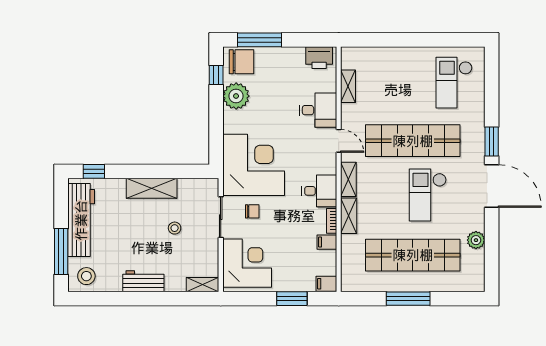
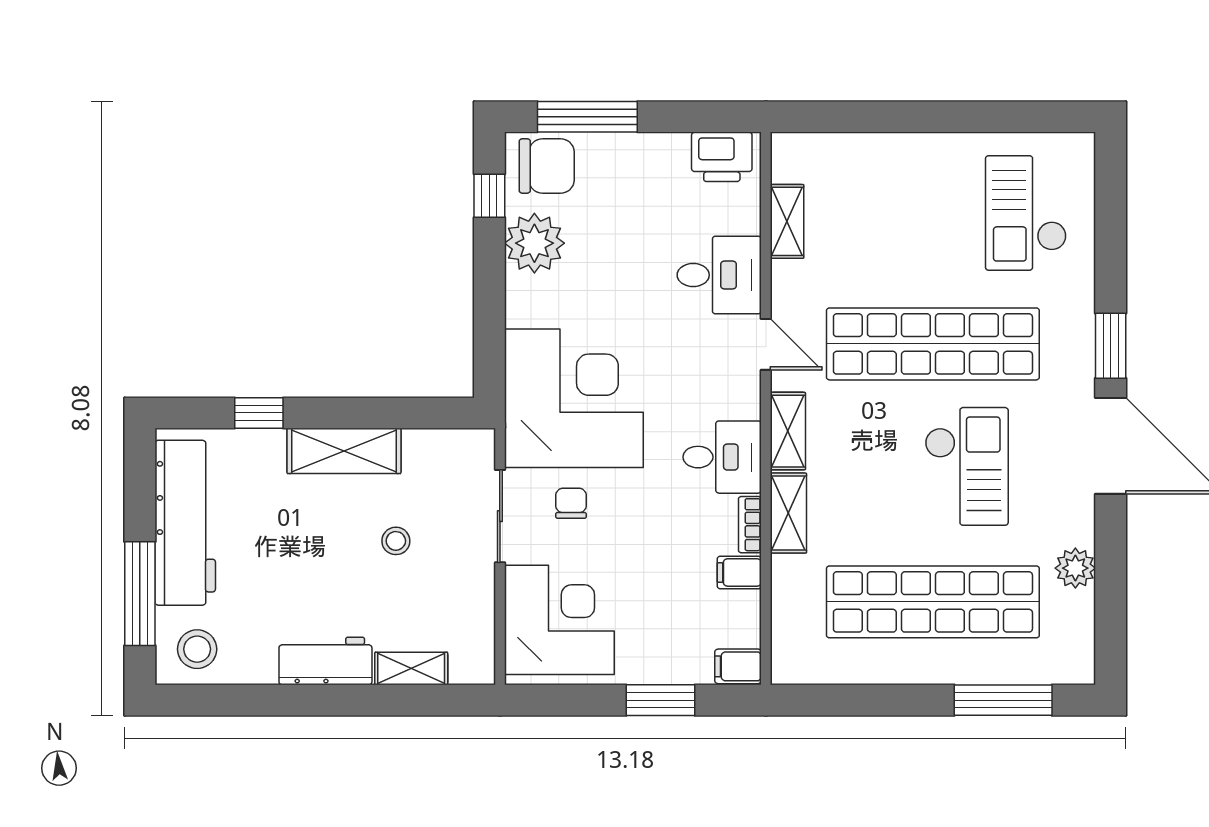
window: (94, 171) -> (259, 413), moved
checkout: (428, 195) -> (967, 466), turned 180
chair: (252, 211) -> (571, 503), turned -90
shelving: (203, 285) -> (411, 669), moved
window: (408, 299) -> (1003, 700), moved

